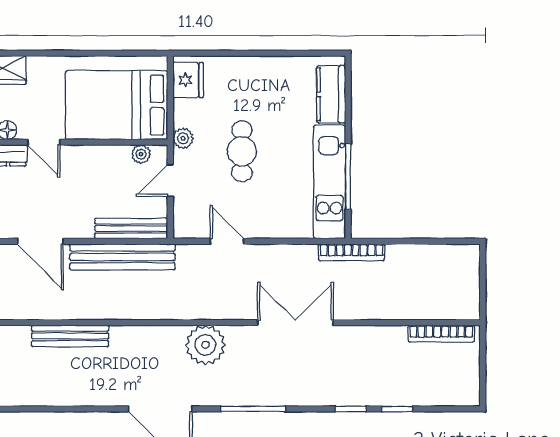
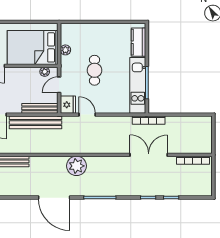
fridge: (188, 80) -> (68, 105), moved
plant: (183, 138) -> (65, 50), moved
double door: (295, 323) -> (149, 155), moved

